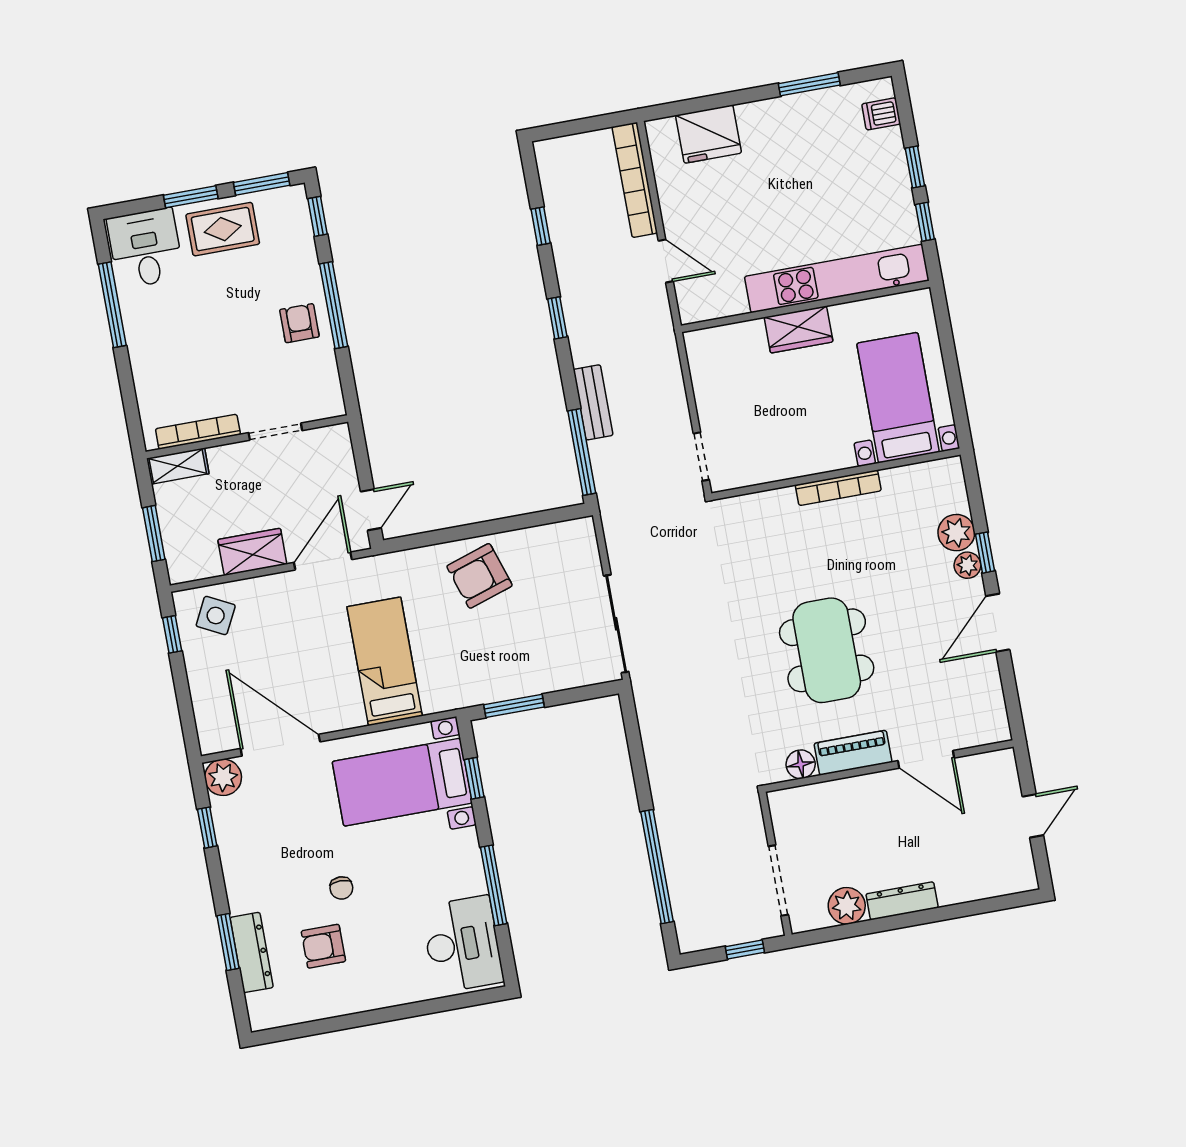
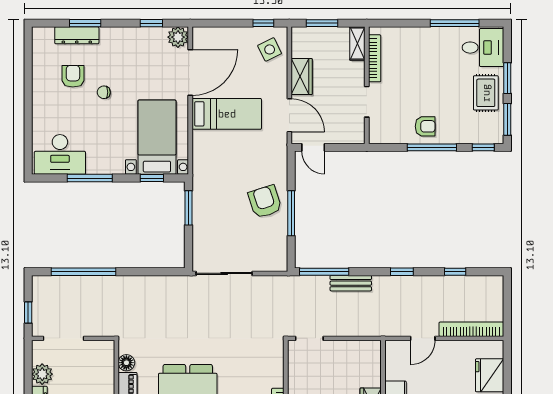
window: (491, 527) -> (291, 213), added
side table: (216, 616) -> (270, 49), turned 37
bed: (385, 661) -> (227, 114), moved

